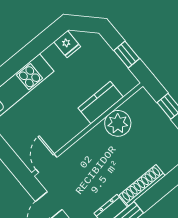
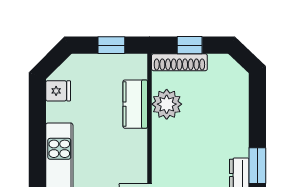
shoe rack: (142, 185) -> (179, 62), moved, turned -90

